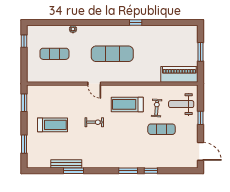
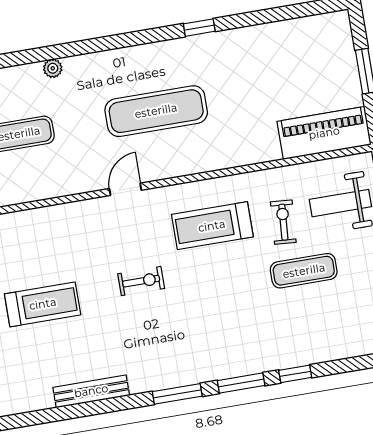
door: (94, 84) -> (125, 189), swing flipped
window: (73, 171) -> (177, 394), moved

